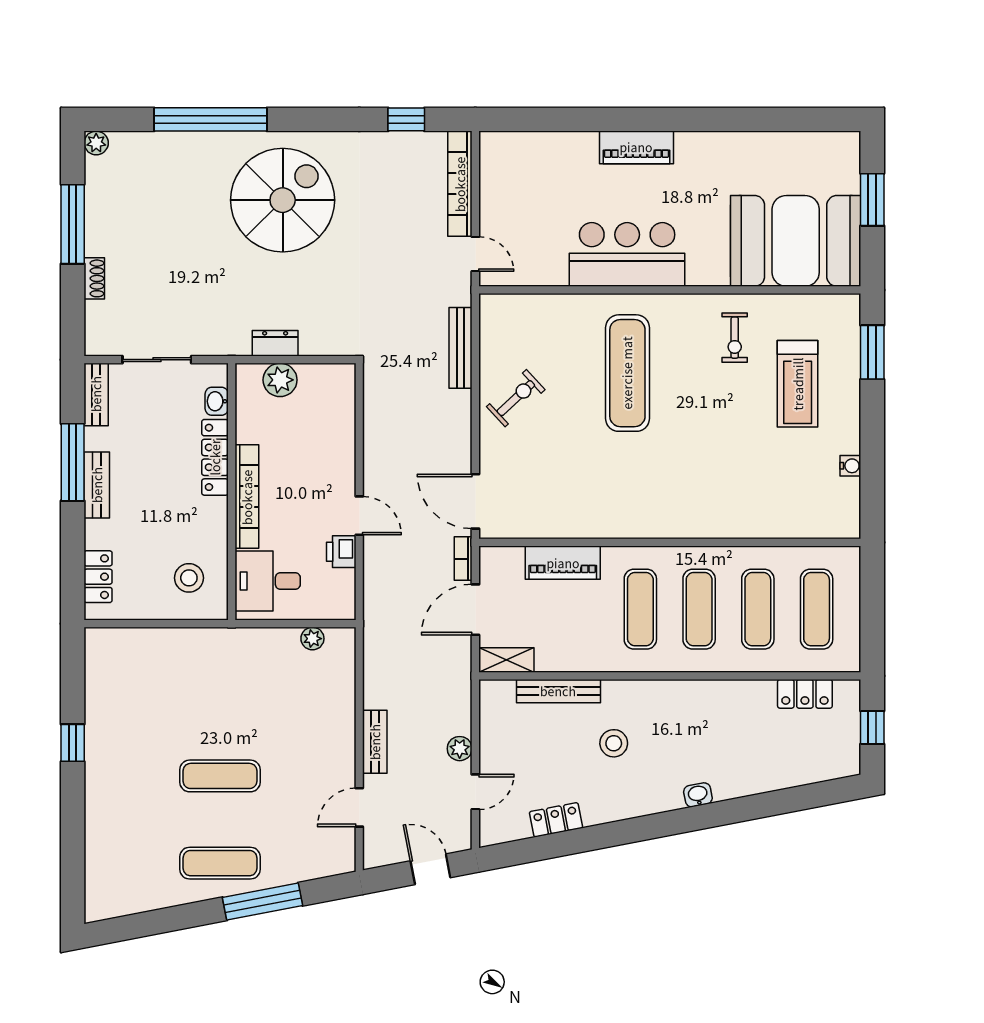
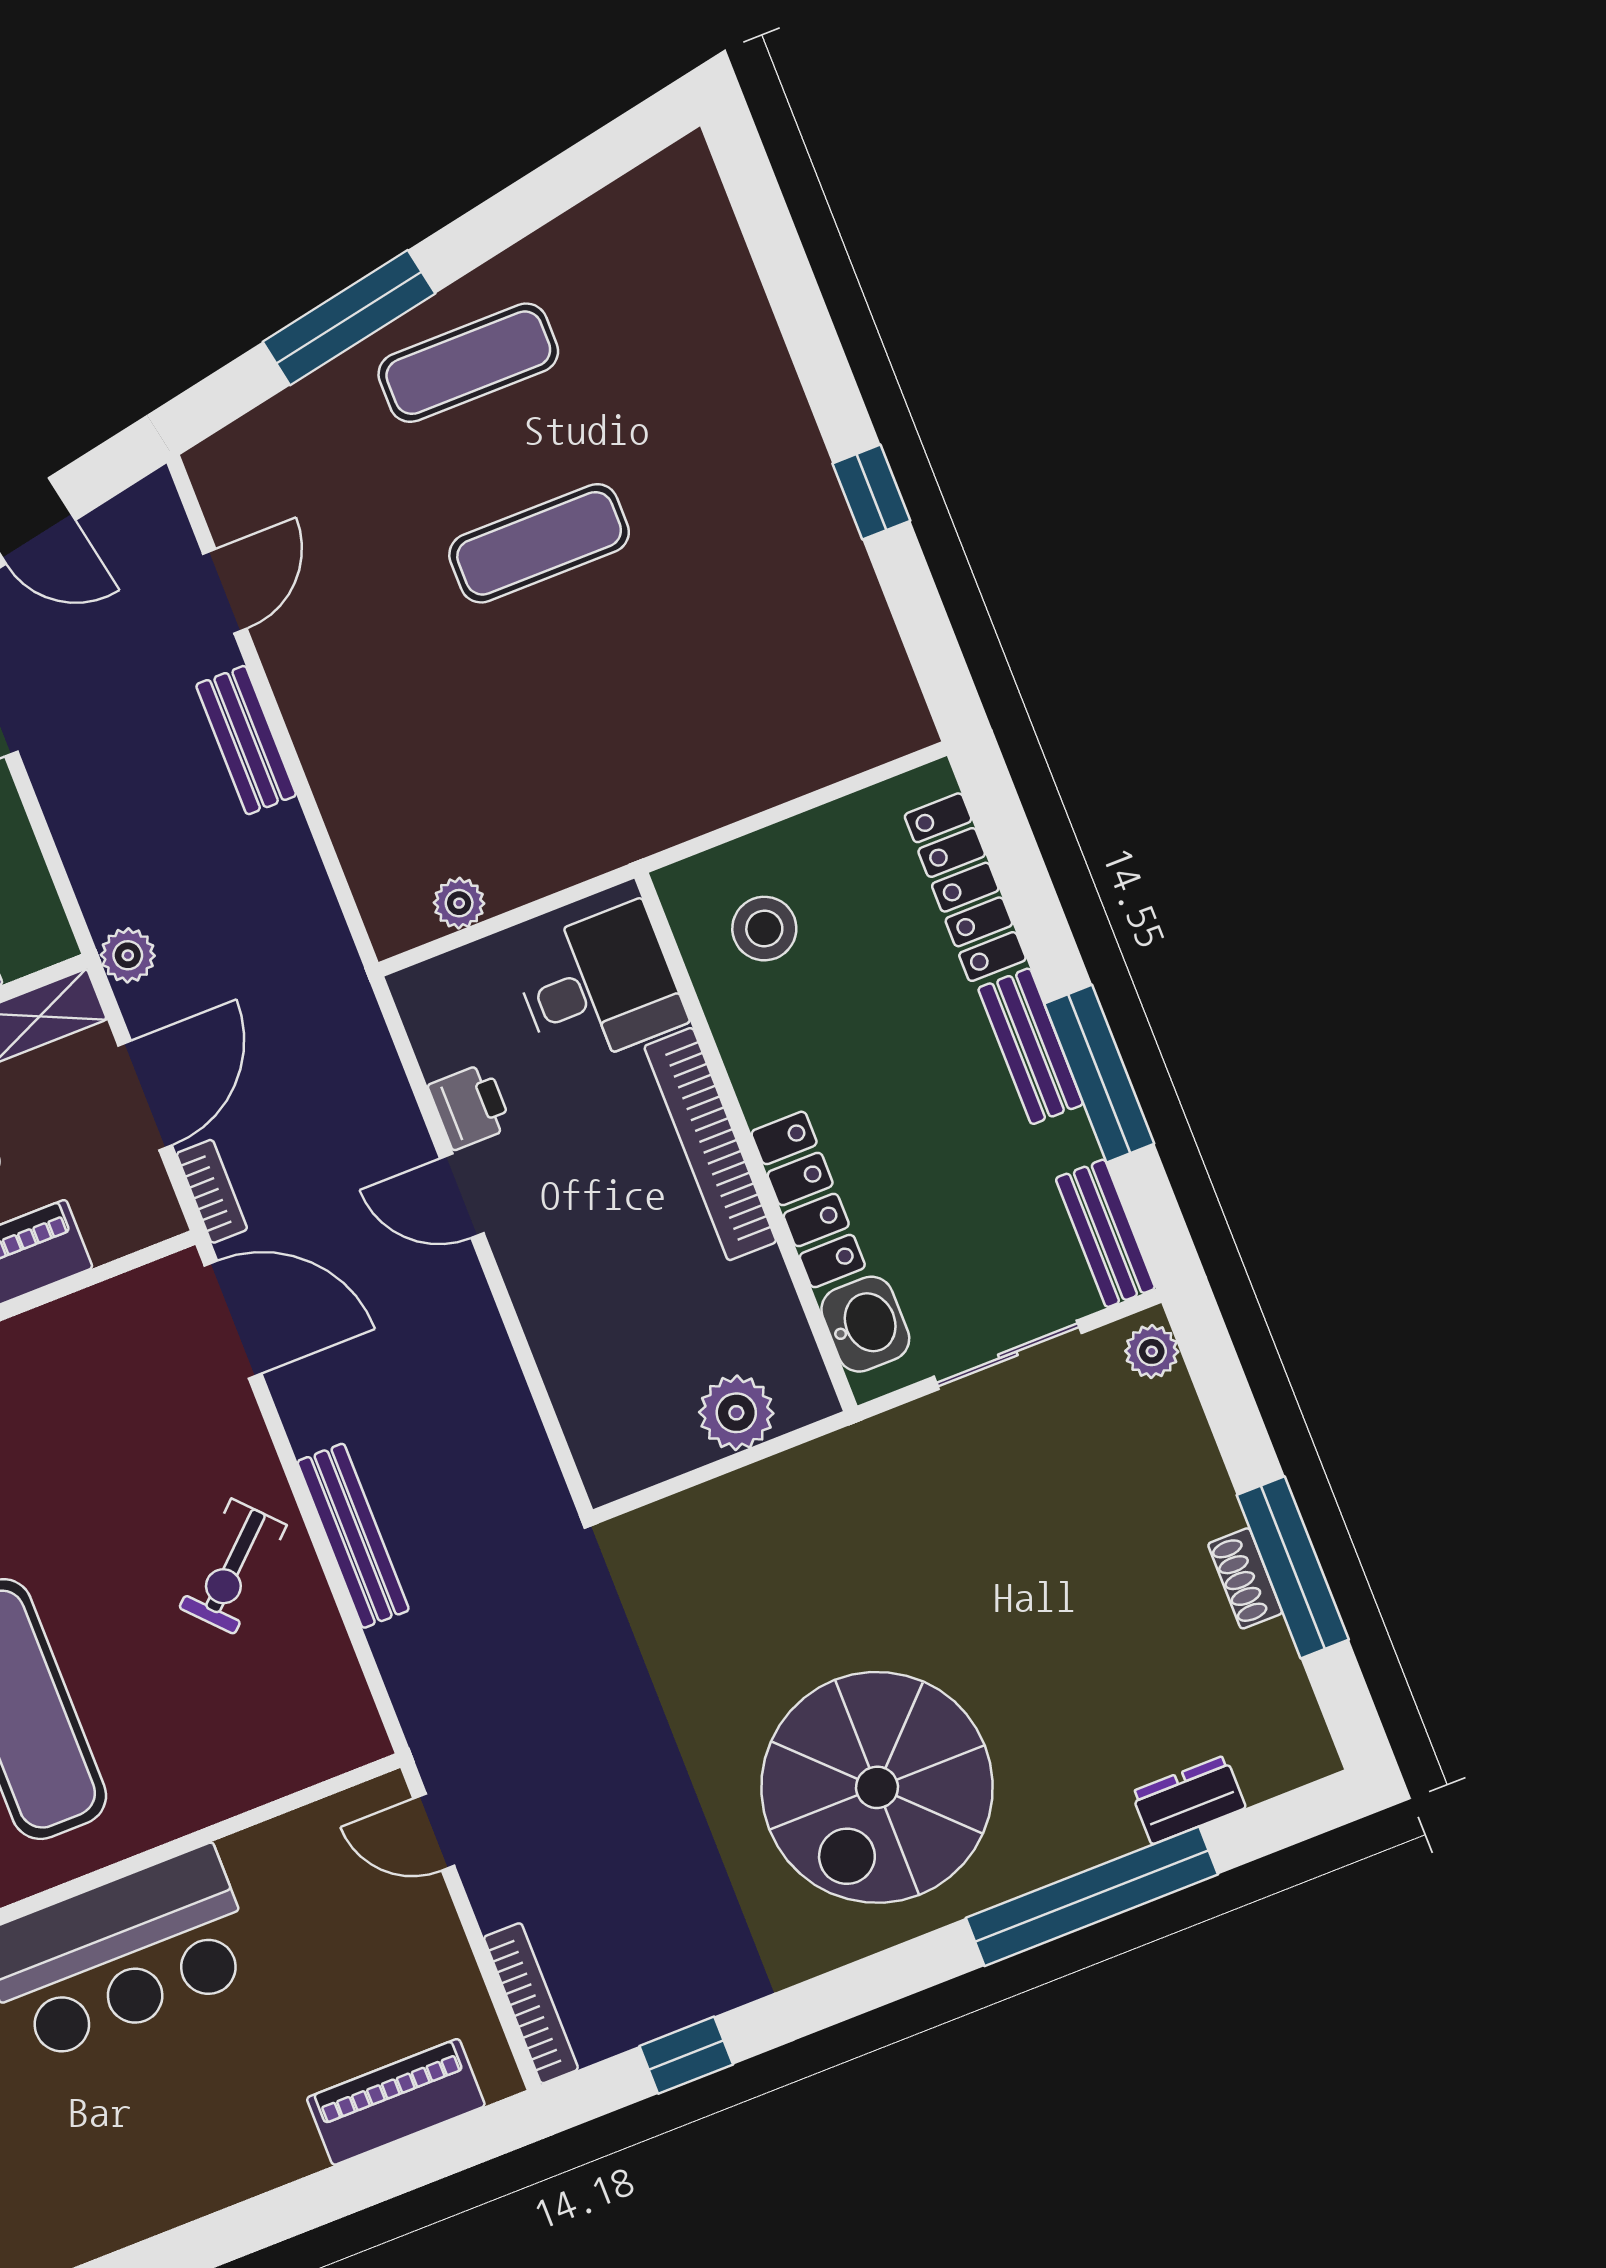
plant: (96, 143) -> (1152, 1351), moved
piano: (636, 147) -> (396, 2102), moved
bookcase: (460, 184) -> (531, 2003), width x0.68, depth x0.76
shoe rack: (94, 278) -> (1245, 1578), moved
dresser: (275, 343) -> (1189, 1800), moved, turned 180
bench: (460, 348) -> (353, 1536), moved
washbasin: (217, 401) -> (865, 1324), width x1.38, depth x1.45
locker: (98, 577) -> (965, 887), width x1.53
plant: (460, 749) -> (128, 955), moved

